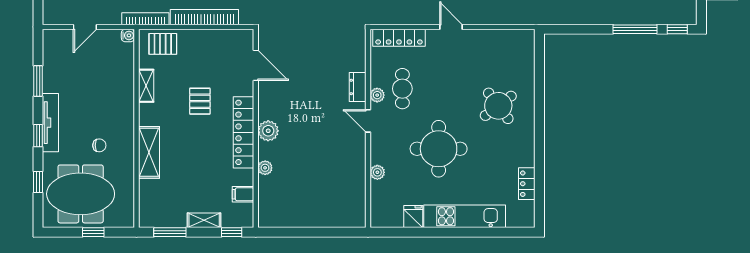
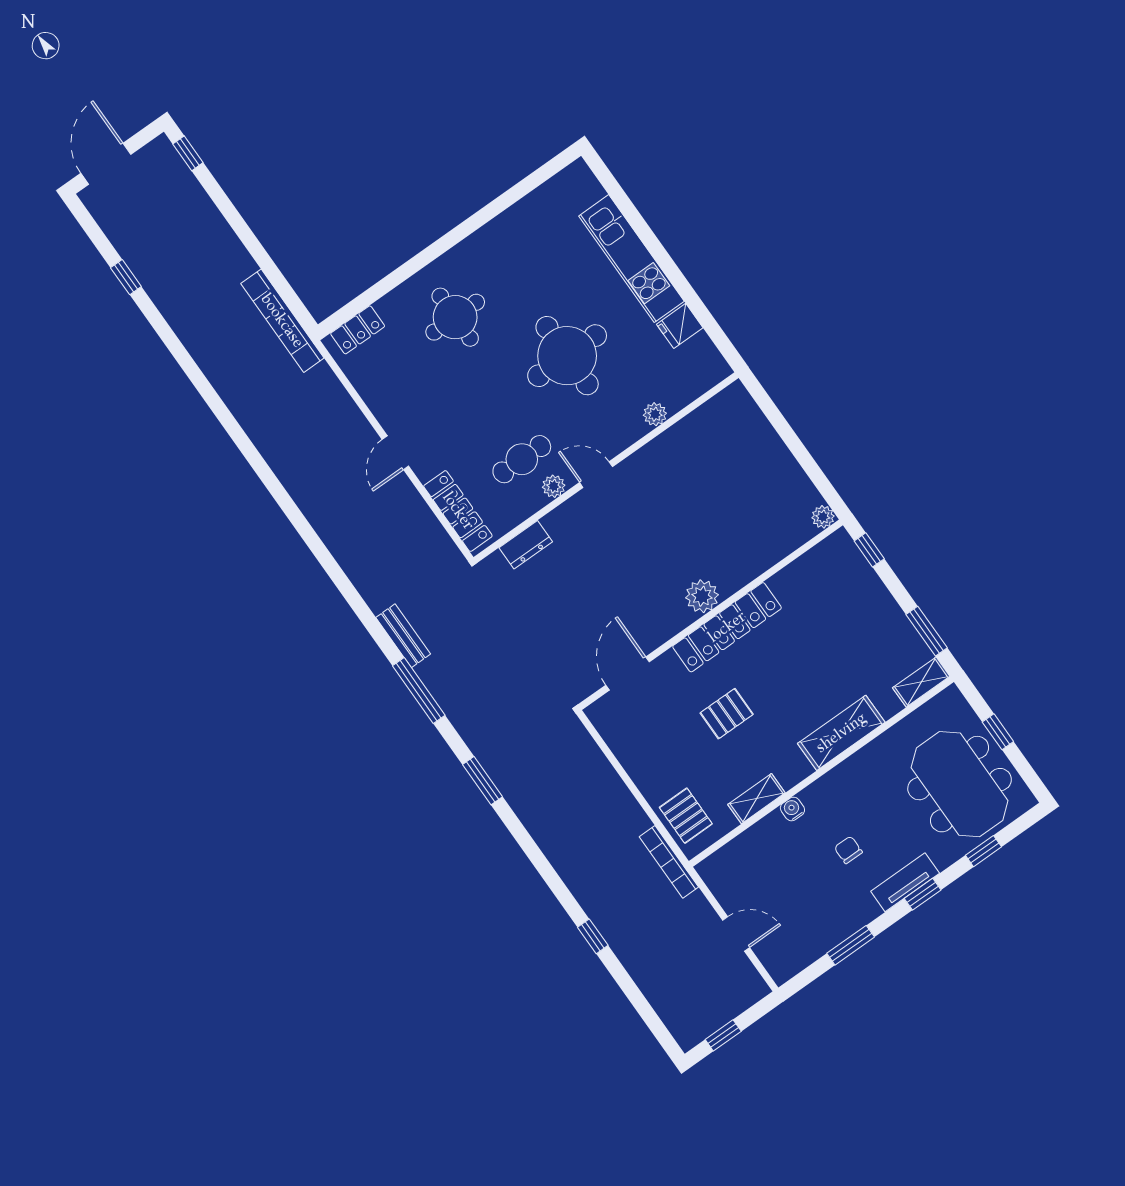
bookcase: (204, 17) -> (282, 321), moved
window: (635, 29) -> (227, 209), removed
water cooler: (128, 35) -> (792, 809), moved
dresser: (358, 87) -> (526, 545), moved
round table: (498, 106) -> (455, 317), turned 37
door: (368, 121) -> (596, 475), swing flipped
tv unit: (50, 123) -> (905, 882), width x0.71
chair: (99, 145) -> (848, 850), moved
plant: (265, 168) -> (823, 517), moved
locker: (527, 184) -> (358, 330), moved
filing cabinet: (243, 194) -> (809, 570), removed
shelving: (204, 220) -> (921, 682), moved, turned 90

